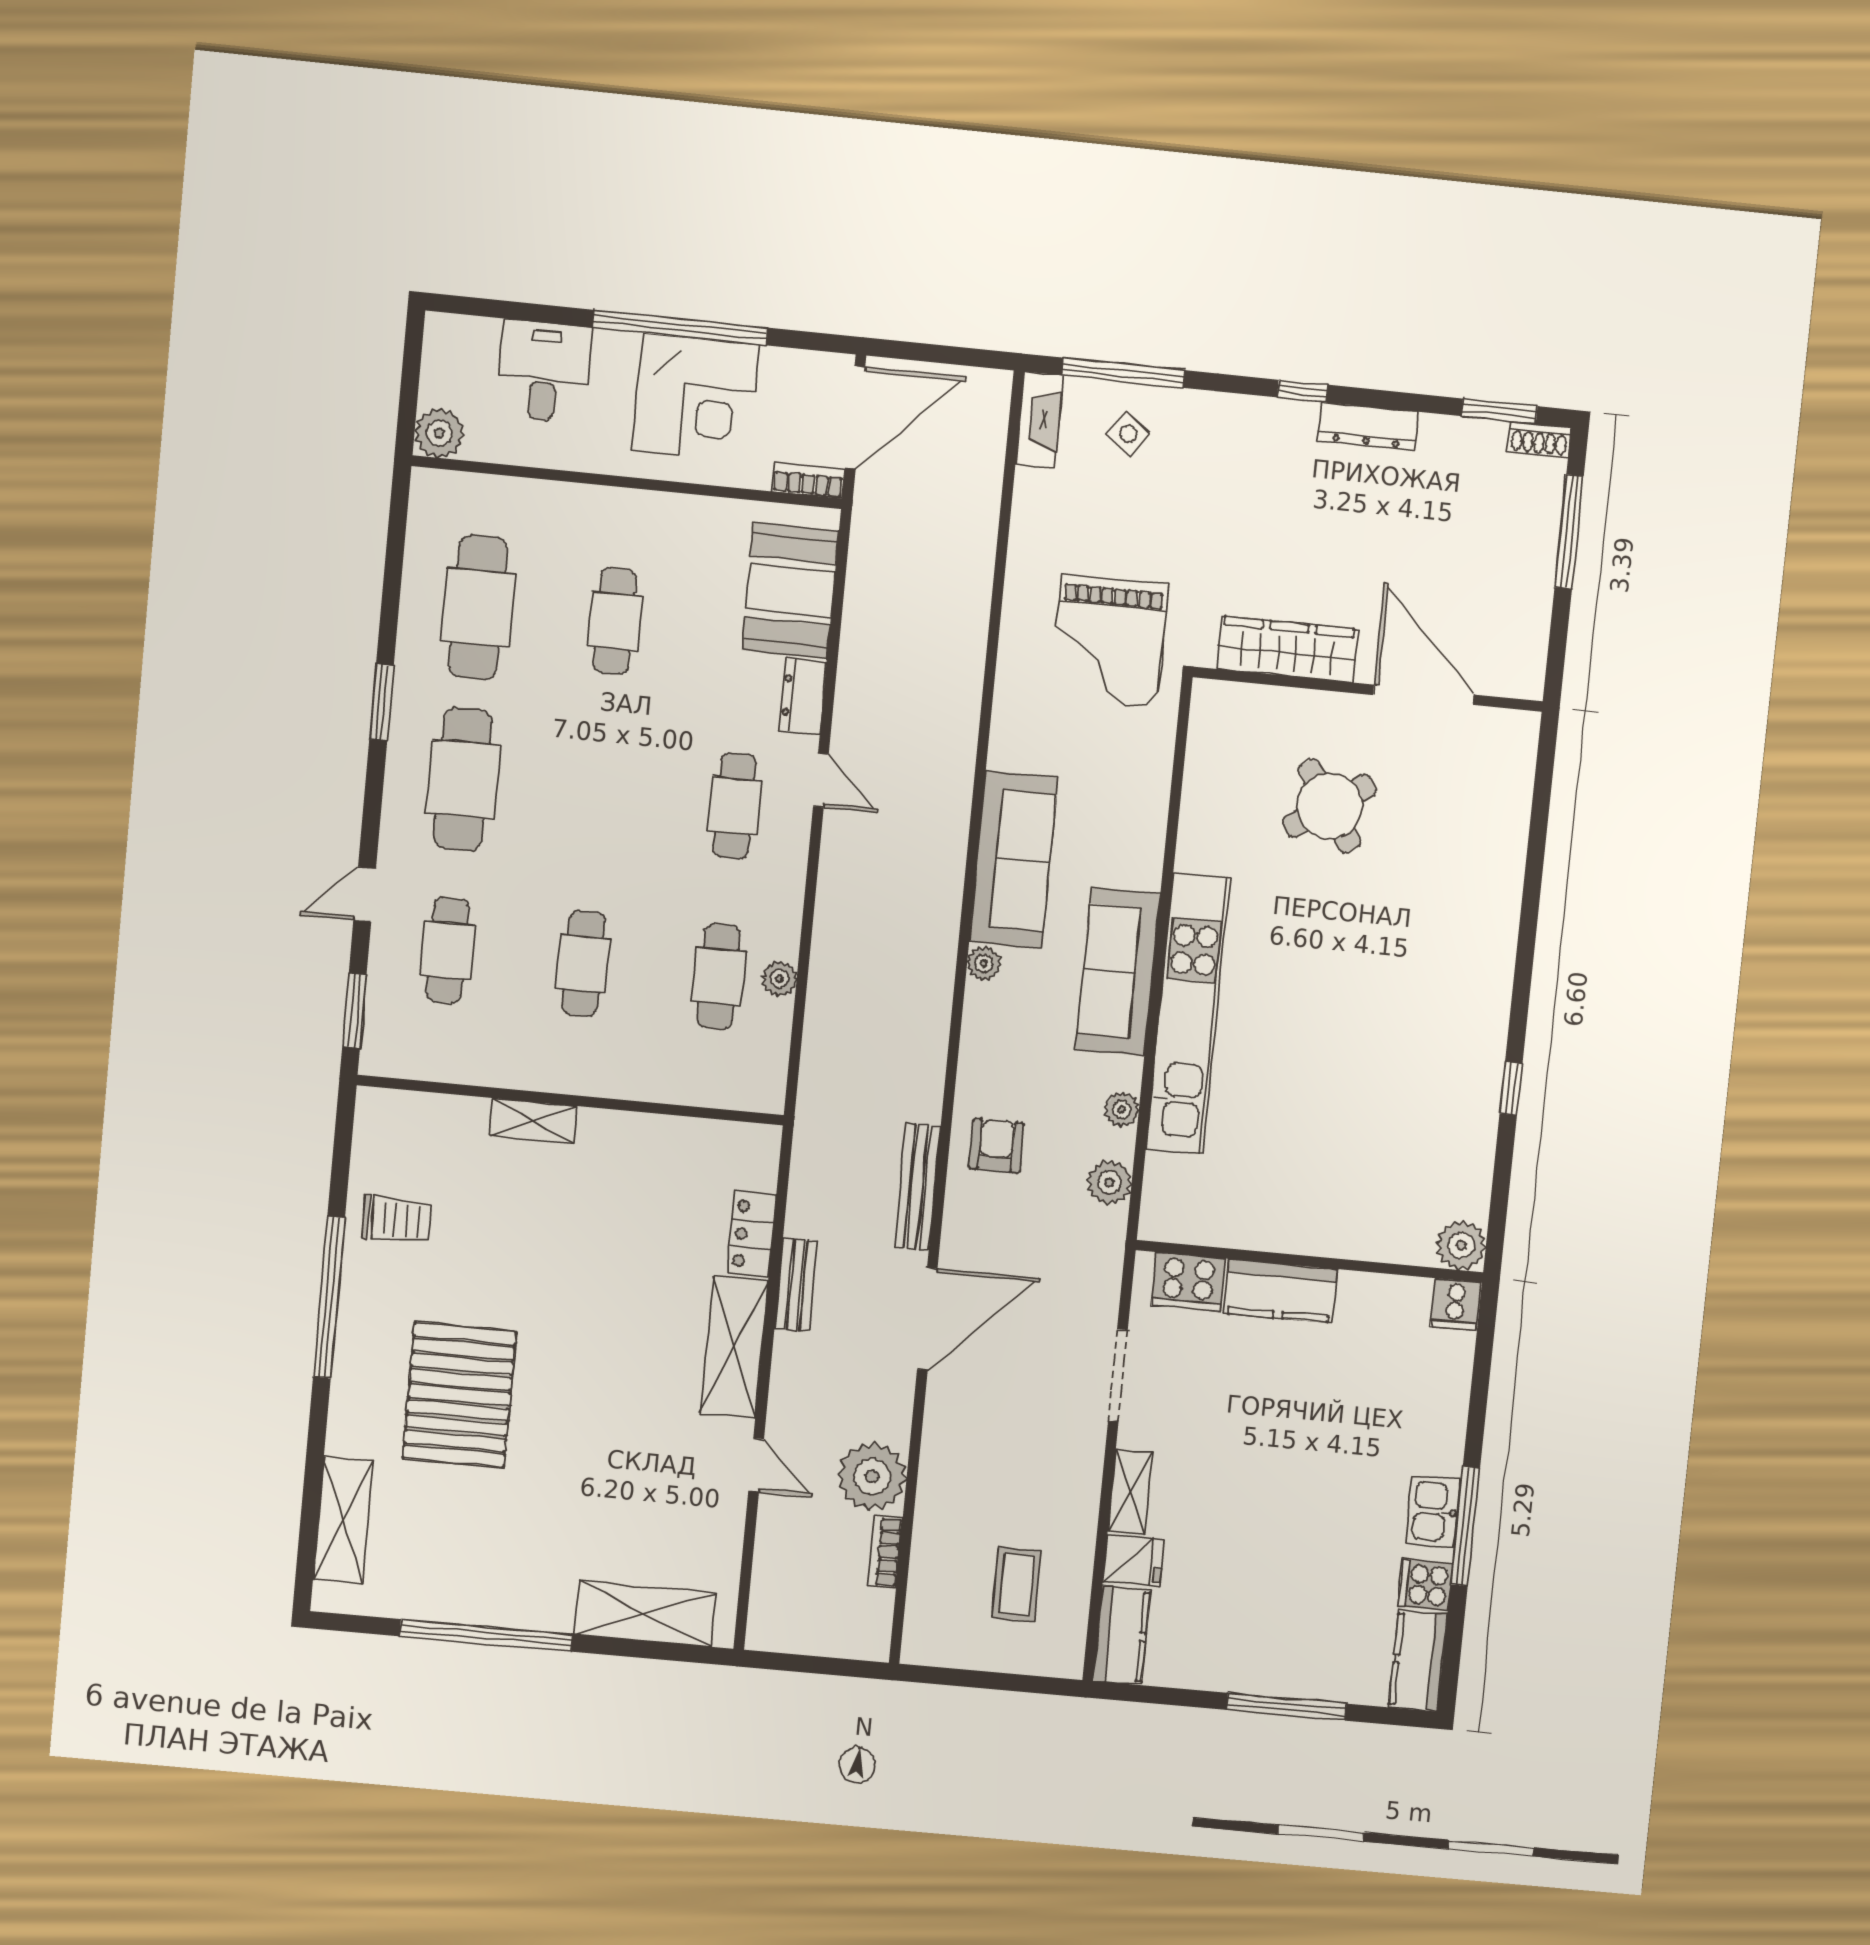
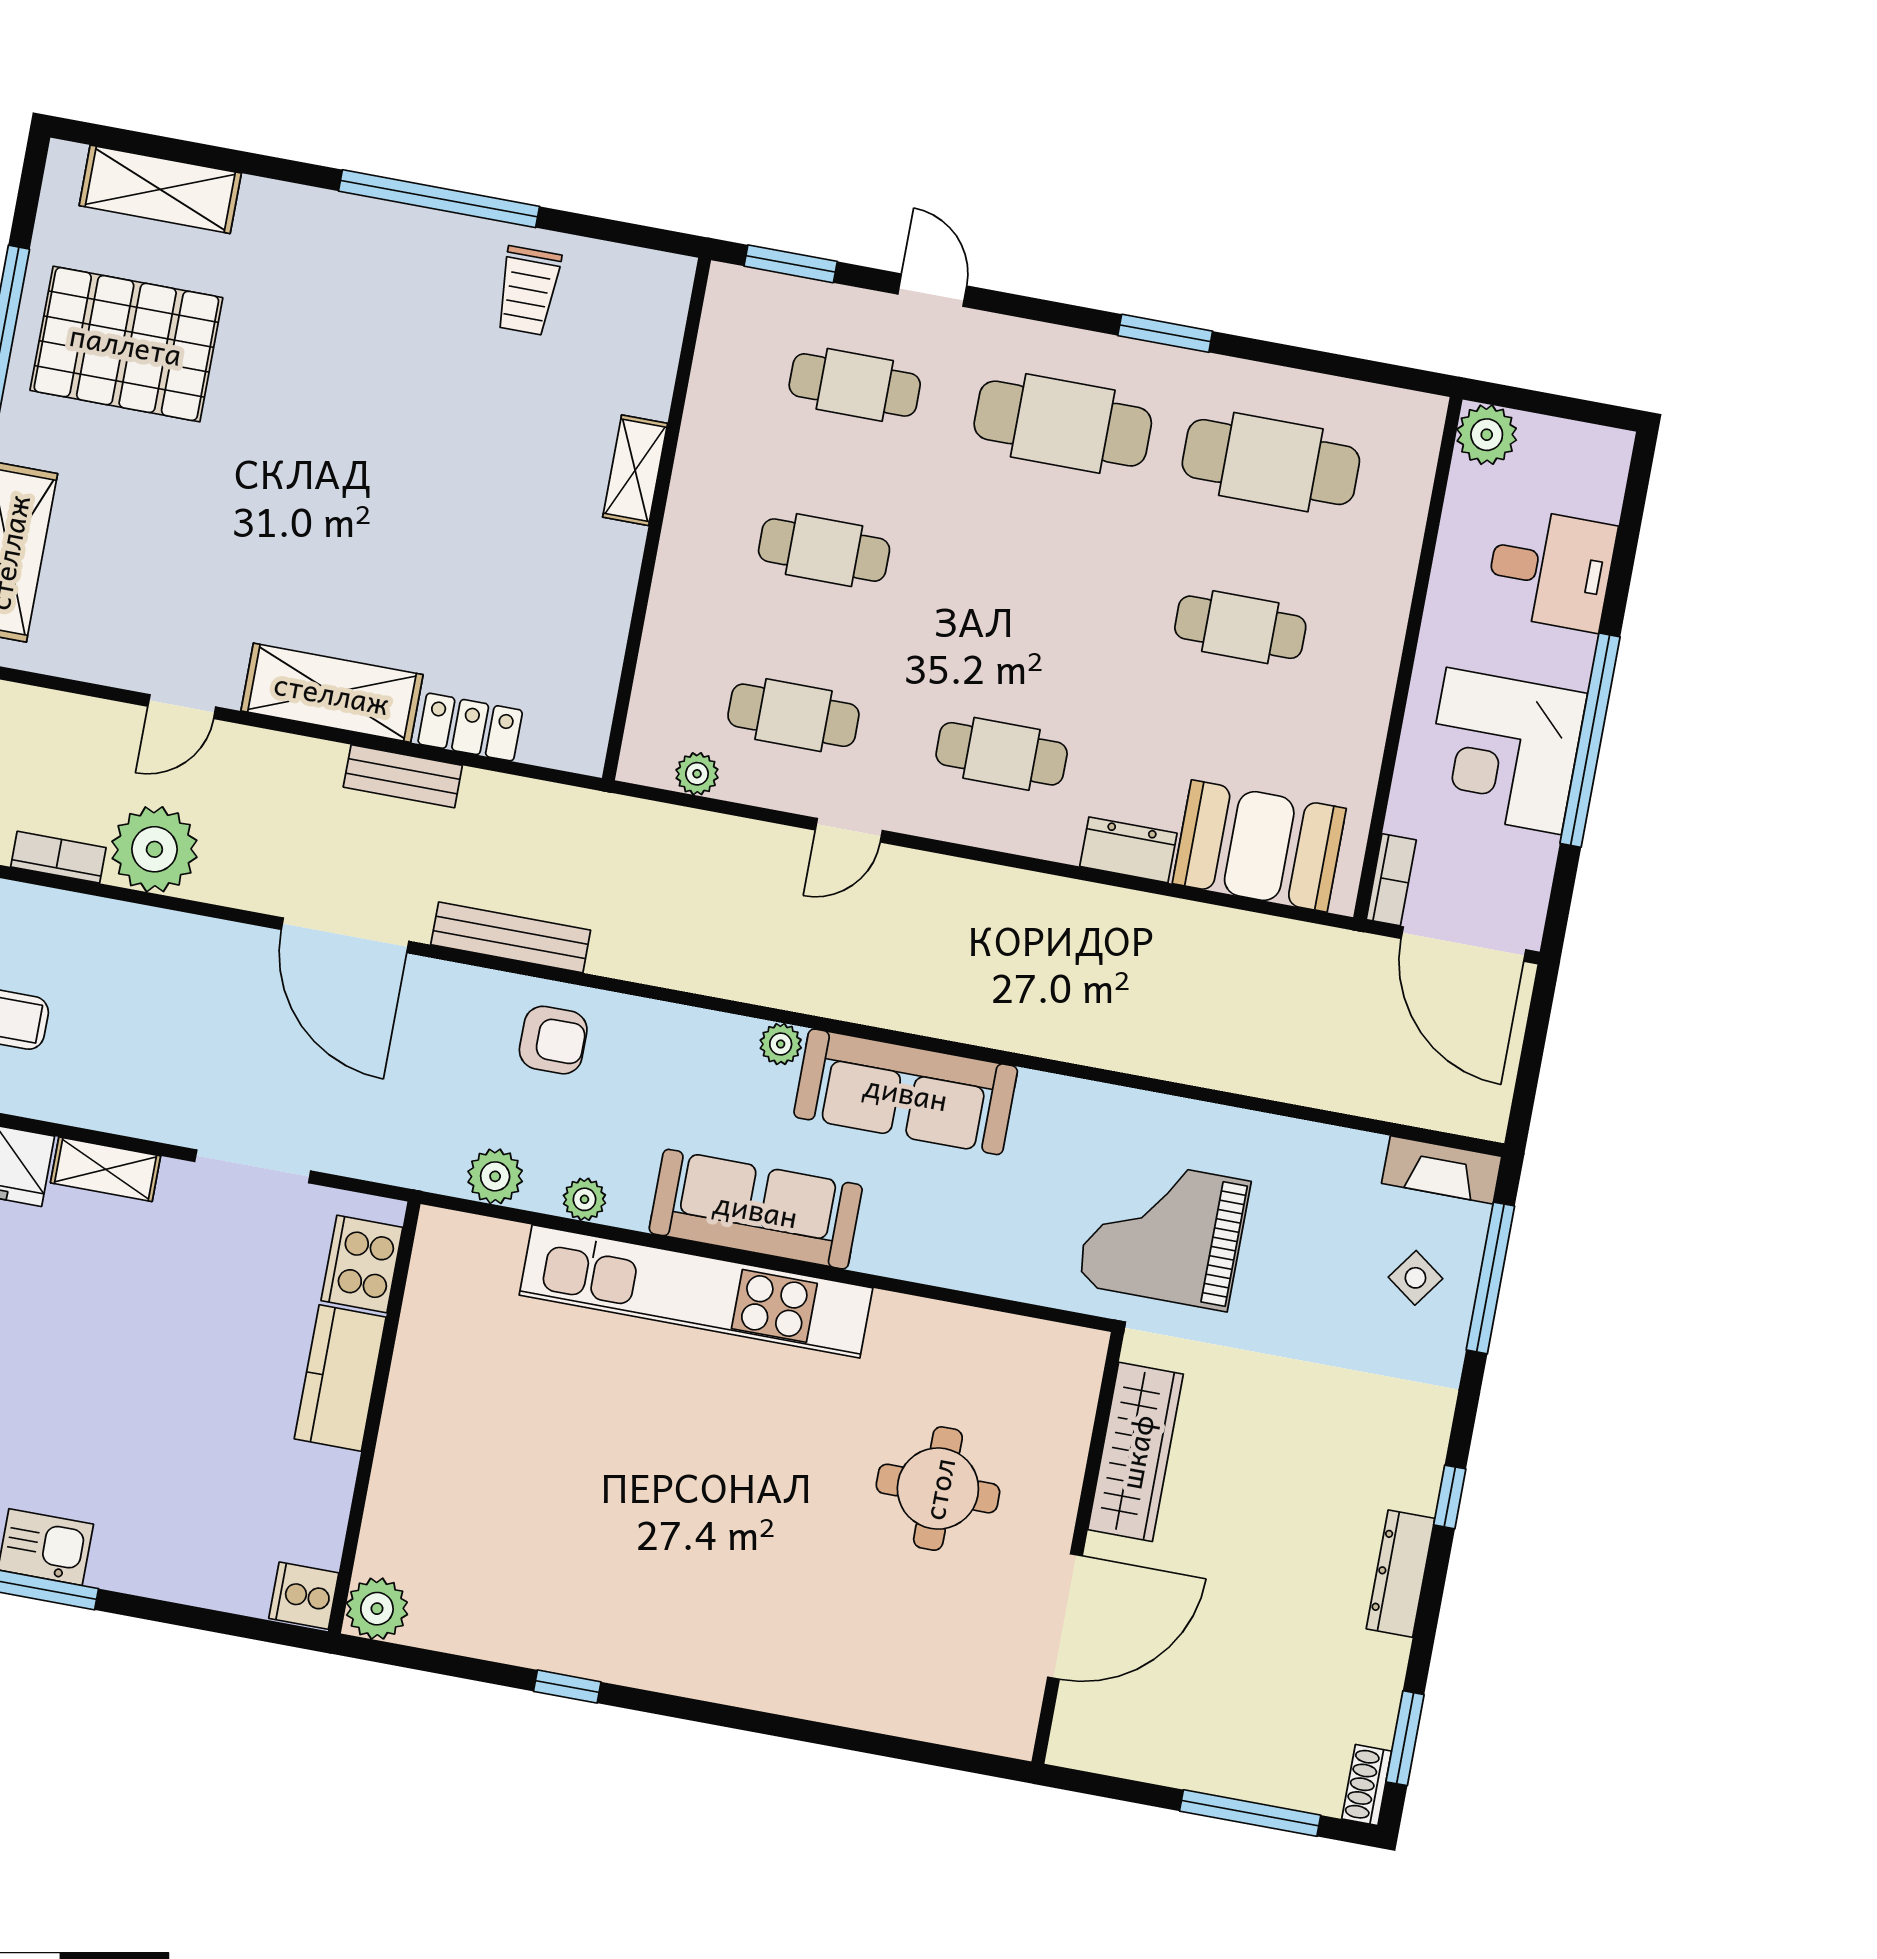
door: (821, 780) -> (849, 830), moved
round table: (1329, 806) -> (938, 1489), turned 34
plant: (779, 979) -> (697, 774), moved
pallet: (459, 1395) -> (126, 344), moved

